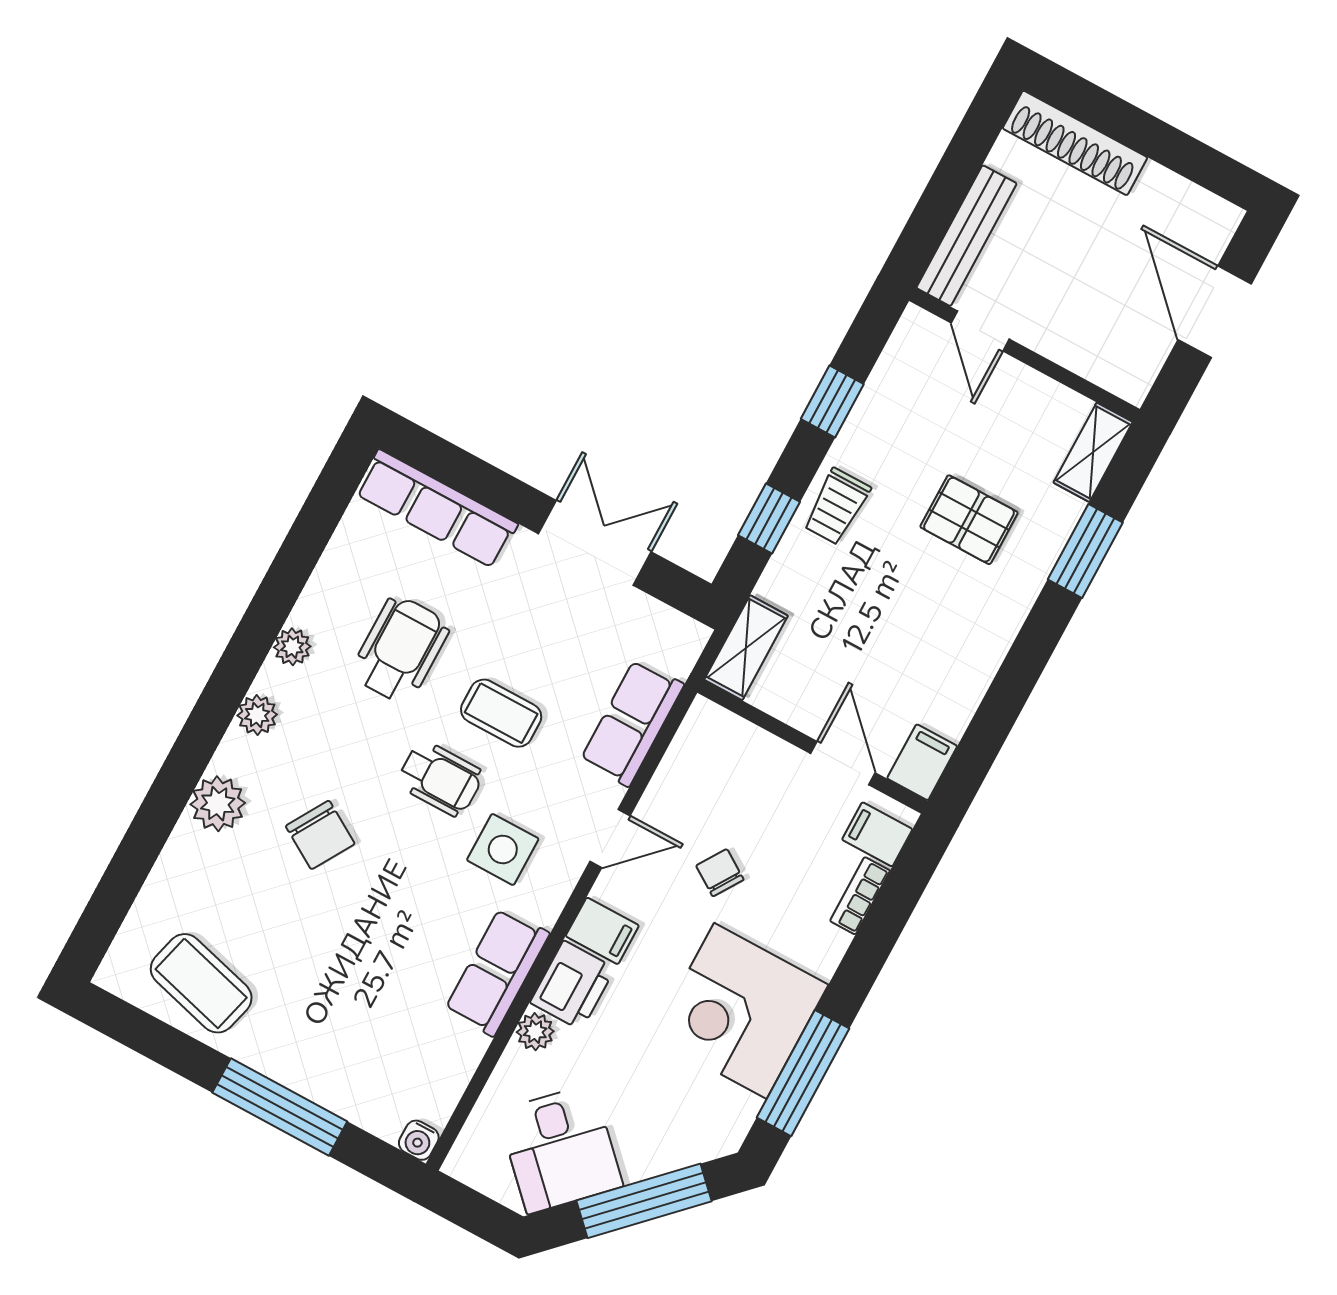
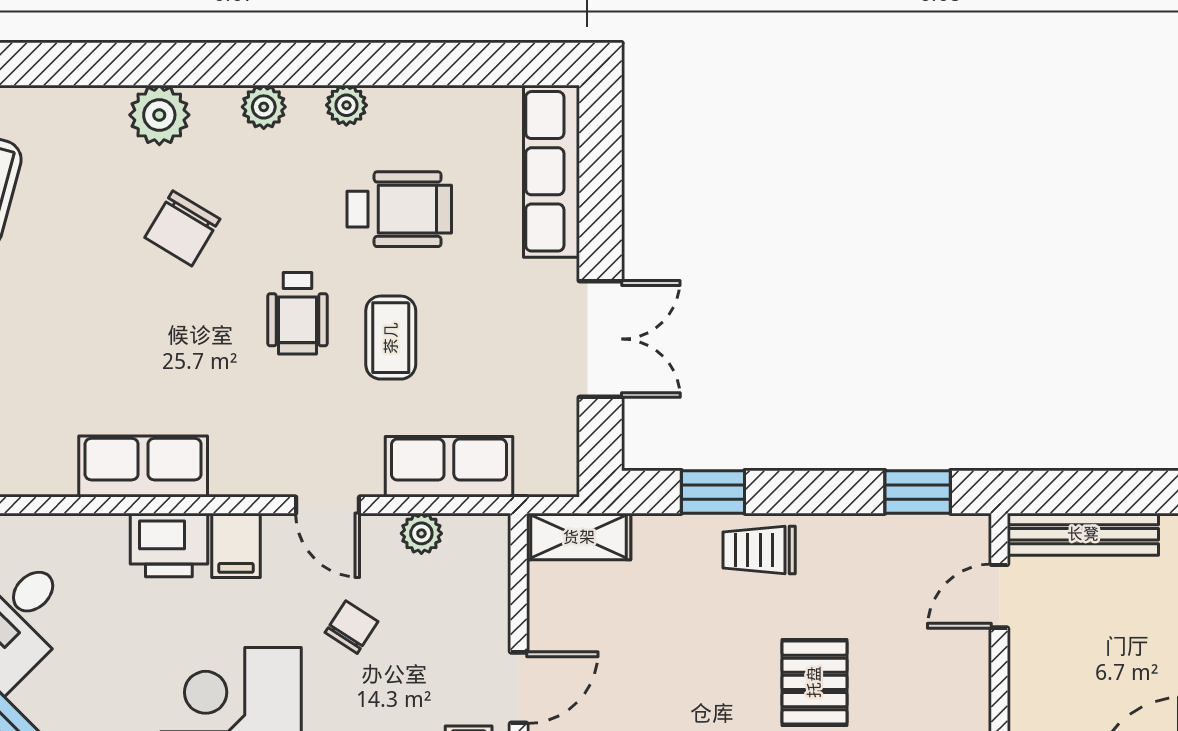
window: (832, 401) -> (918, 492), moved
side table: (503, 849) -> (262, 409), removed
plant: (535, 1032) -> (421, 533), moved

